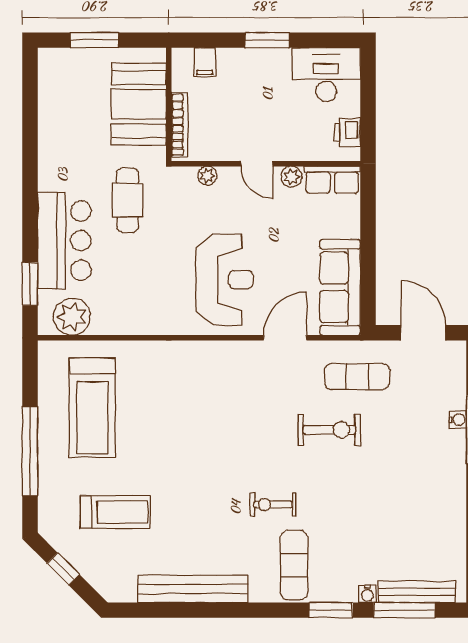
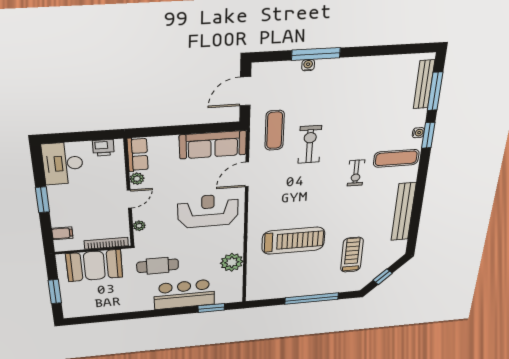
plant: (72, 317) -> (232, 262), moved
door: (285, 338) -> (247, 174), hinge flipped
treadmill: (92, 408) -> (293, 241), moved
water cooler: (367, 594) -> (418, 133), moved

